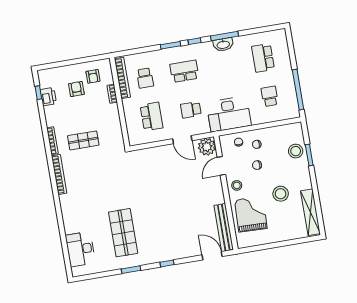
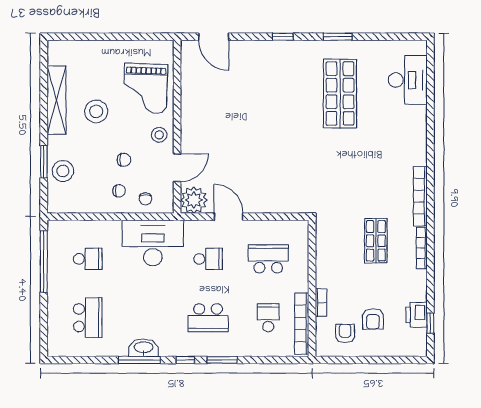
school desk: (270, 96) -> (88, 259), turned -90
school desk: (152, 117) -> (268, 259), turned 90
shop shelf: (83, 140) -> (376, 241), turned 90
shelving: (310, 212) -> (57, 100), moved
bench: (224, 228) -> (189, 76), removed

